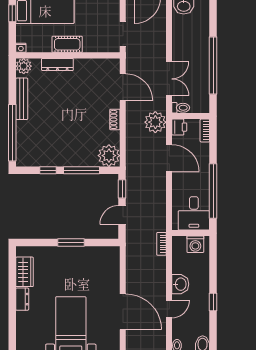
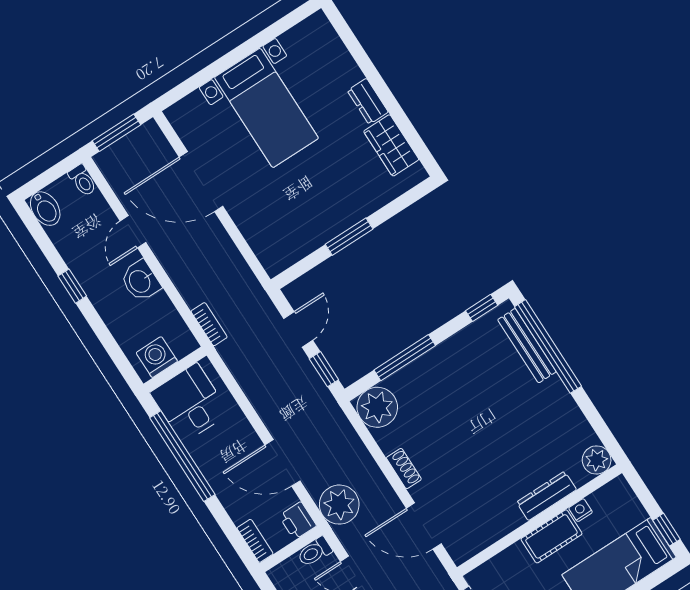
nightstand: (21, 48) -> (581, 510), moved
bench: (22, 99) -> (527, 346), moved
window: (48, 170) -> (482, 308), moved

